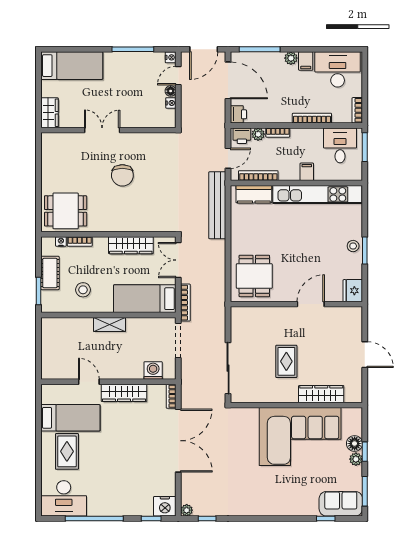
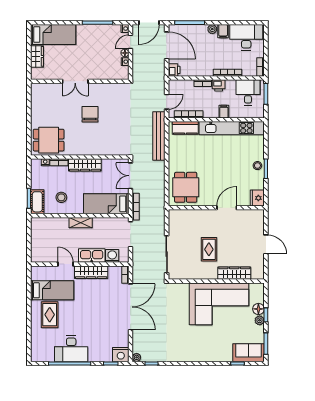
wardrobe: (50, 113) -> (37, 56), moved
double door: (102, 130) -> (75, 81), swing flipped
plant: (258, 134) -> (189, 84), removed
printer: (242, 136) -> (219, 85), moved
chair: (122, 175) -> (90, 114), turned 180
wardrobe: (131, 245) -> (85, 165), moved
cot: (50, 273) -> (37, 202), moved
kitchen sink: (125, 370) -> (92, 256), added
desk: (64, 498) -> (71, 349), moved

